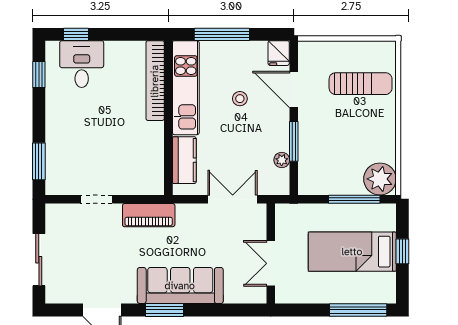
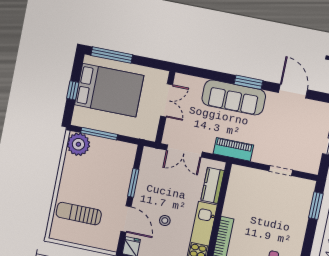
plant: (282, 160) -> (144, 172), removed
piano: (149, 215) -> (233, 149), moved
bed: (352, 252) -> (109, 90), width x1.50

